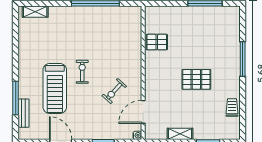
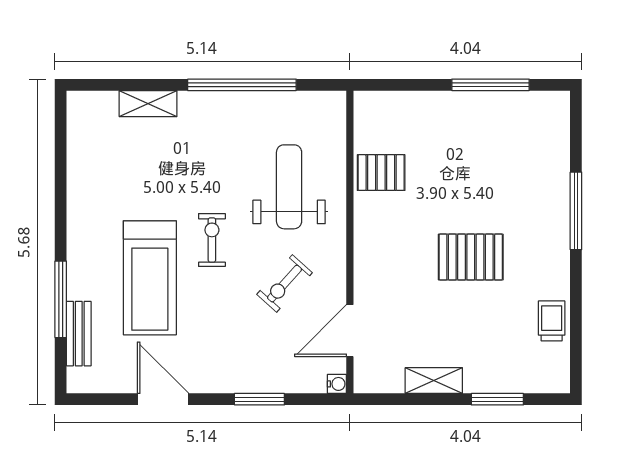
shelving: (35, 12) -> (148, 104), moved
weight bench: (116, 48) -> (289, 187), added

